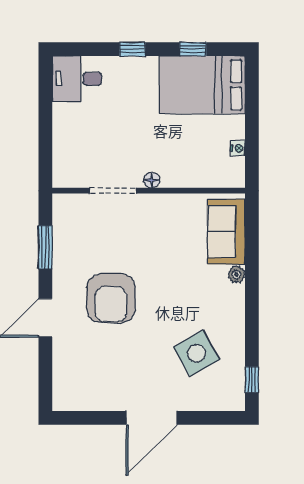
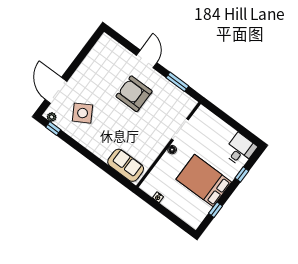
window: (132, 49) -> (242, 174), moved
bed: (202, 85) -> (204, 181), moved, turned -90
plant: (237, 275) -> (52, 117), moved
door: (151, 418) -> (56, 90), moved

